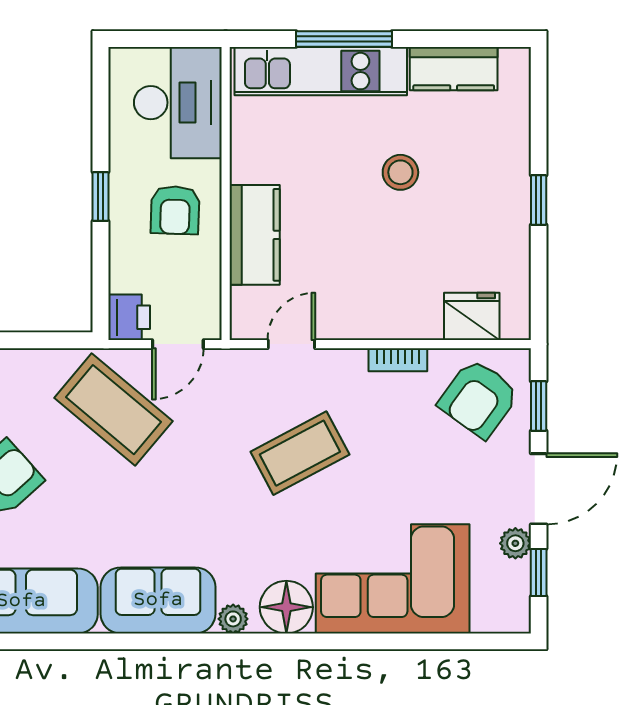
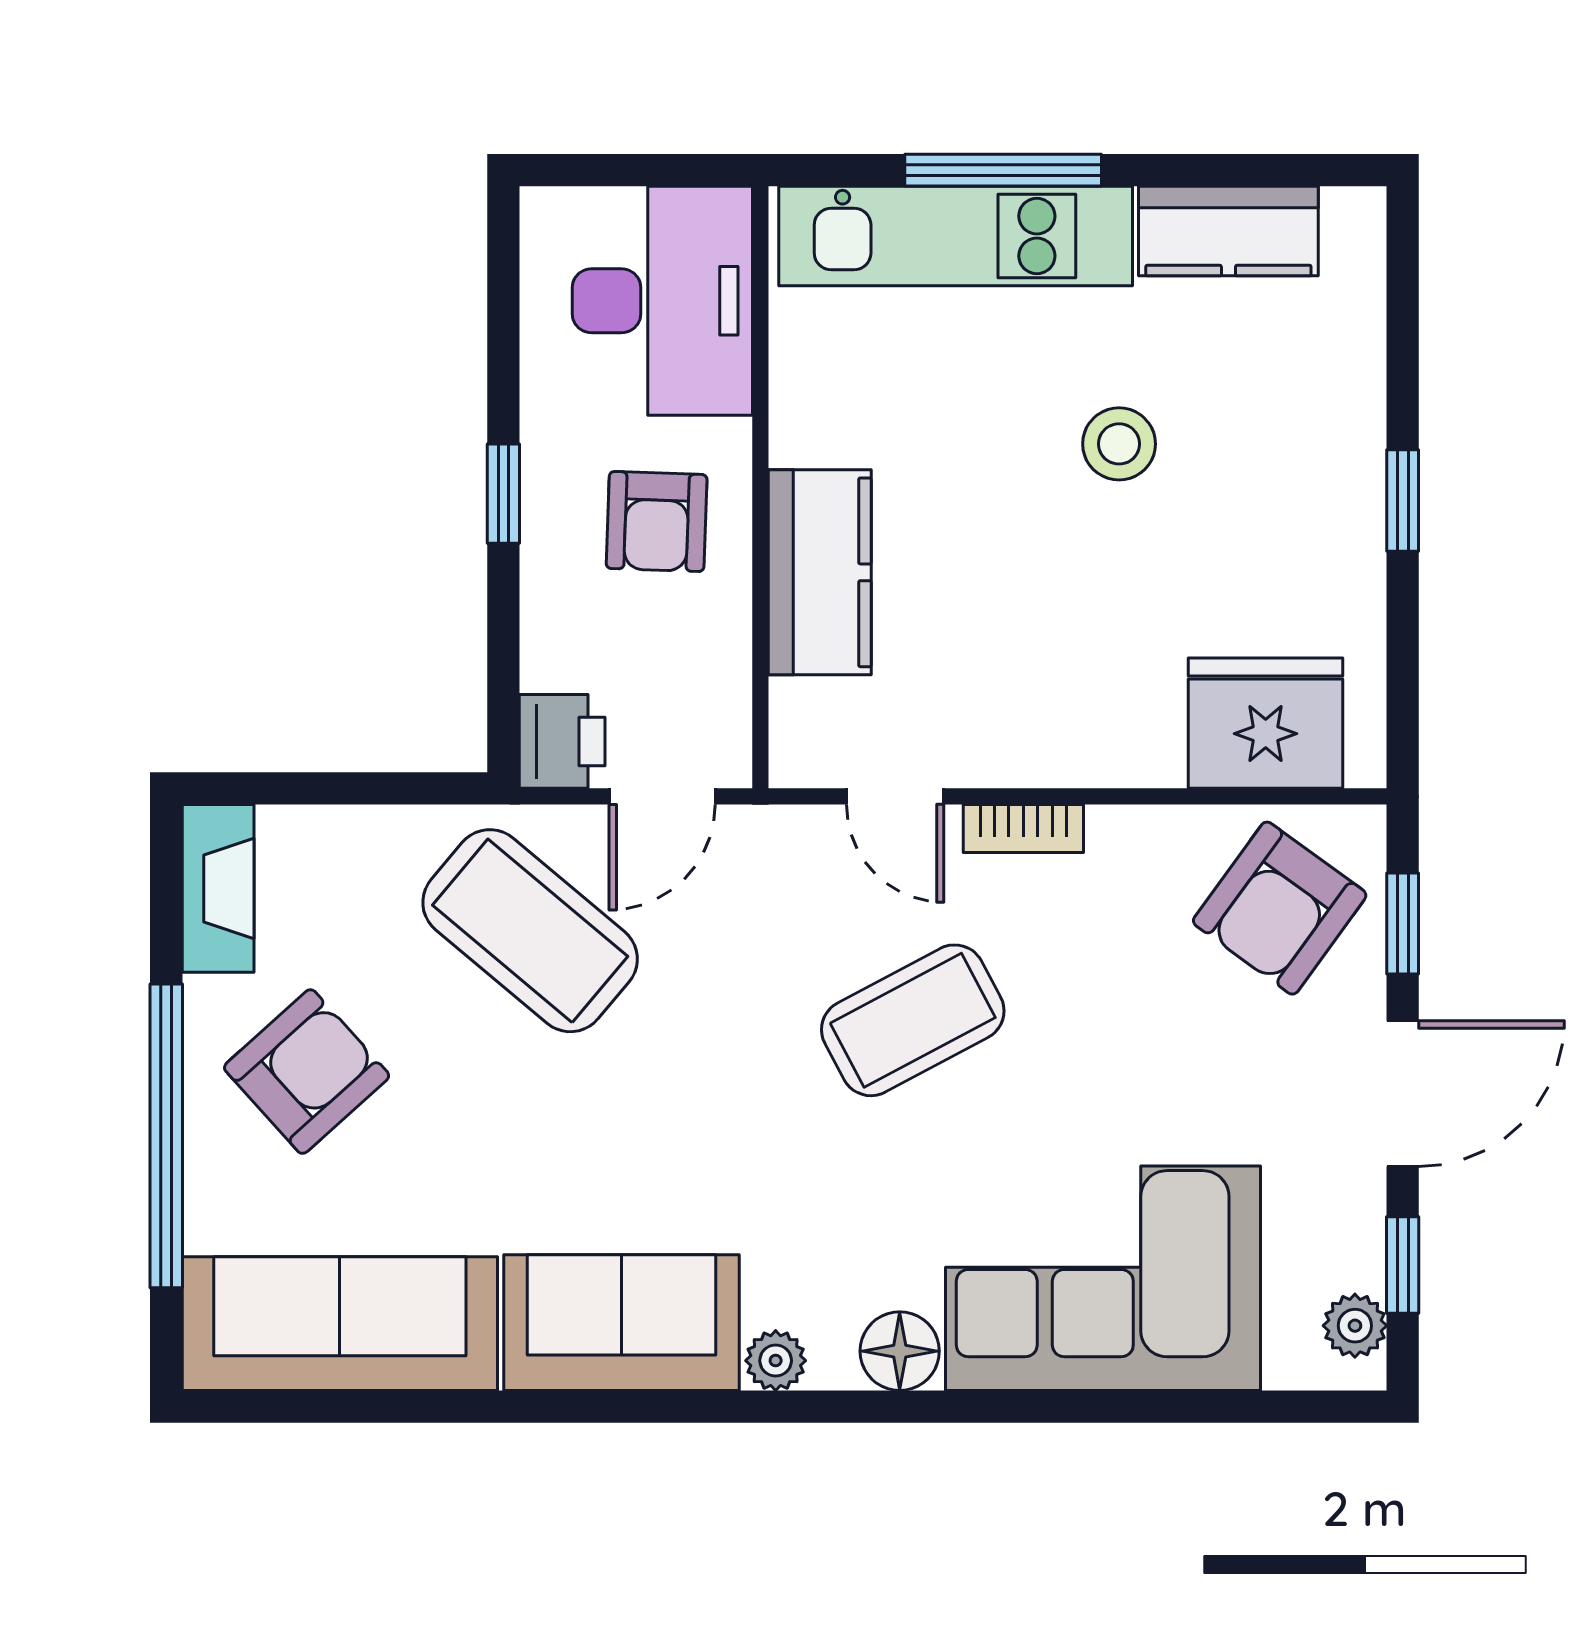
fridge: (472, 316) -> (1266, 723), width x1.36, depth x1.34
door: (291, 344) -> (895, 796), swing flipped
bookcase: (398, 360) -> (1023, 829), moved
plant: (515, 543) -> (1355, 1326), moved
floor lamp: (286, 607) -> (900, 1351), width x0.73, depth x0.73

